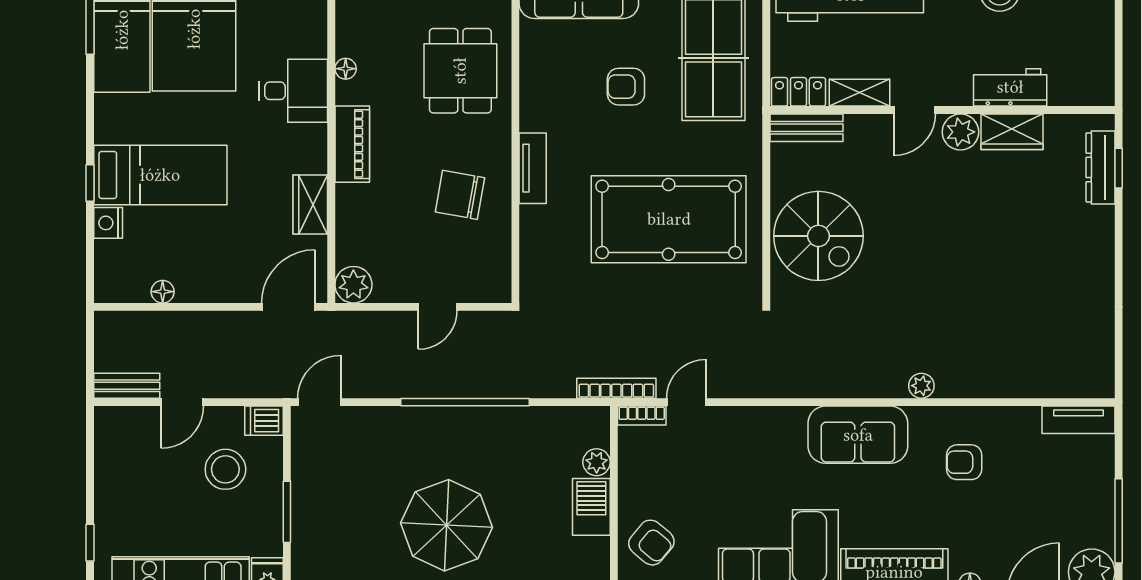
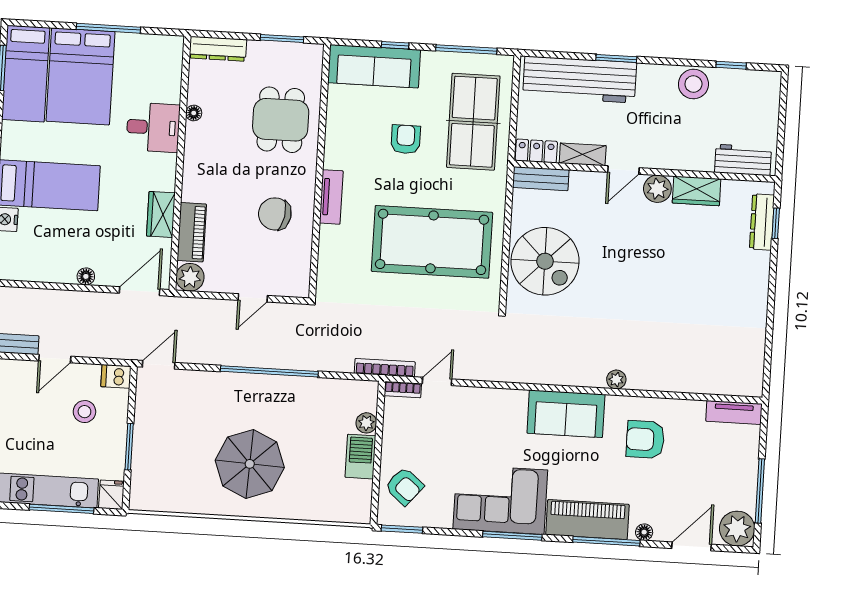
armchair: (626, 87) -> (406, 139), turned 90
workbench: (1010, 87) -> (743, 160), moved
piano: (352, 144) -> (192, 232), moved
floor lamp: (163, 292) -> (86, 276), moved
armchair: (964, 462) -> (645, 439), width x1.38, depth x1.38
stool: (225, 469) -> (84, 412), width x0.73, depth x0.73

